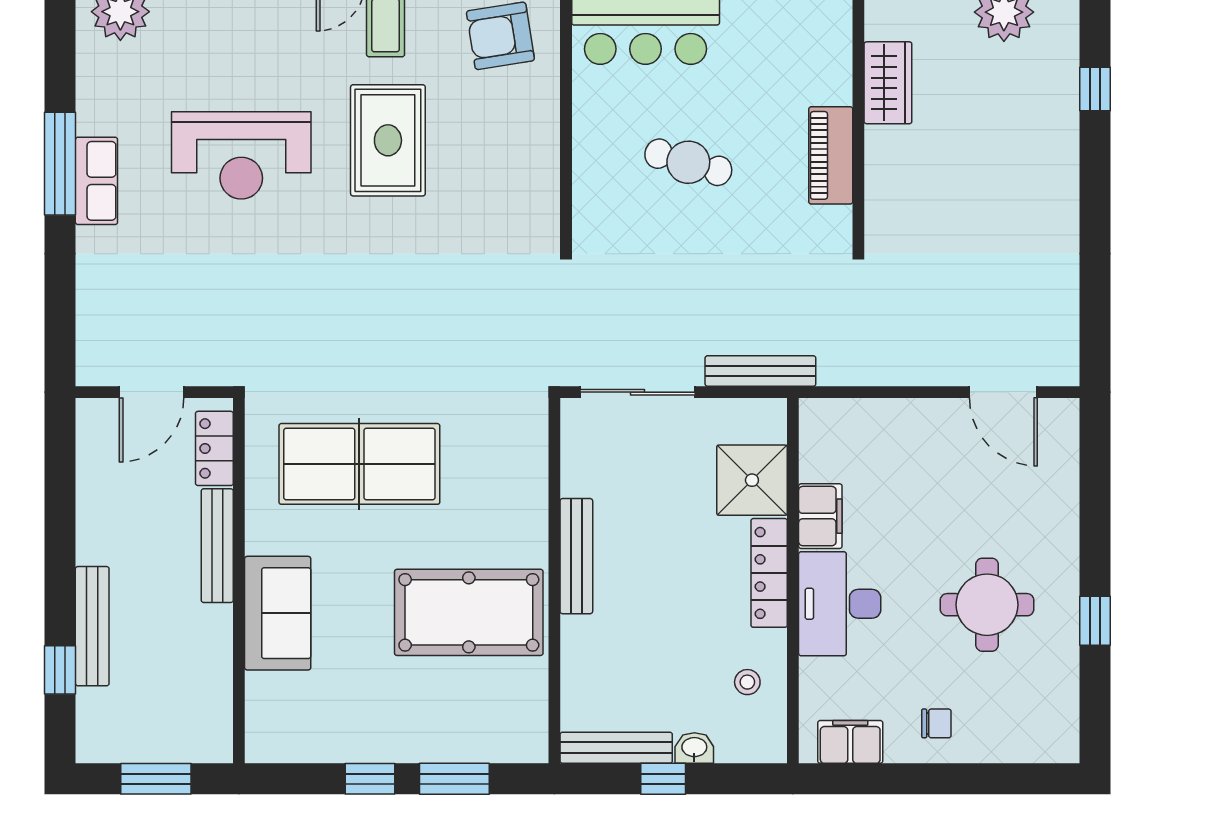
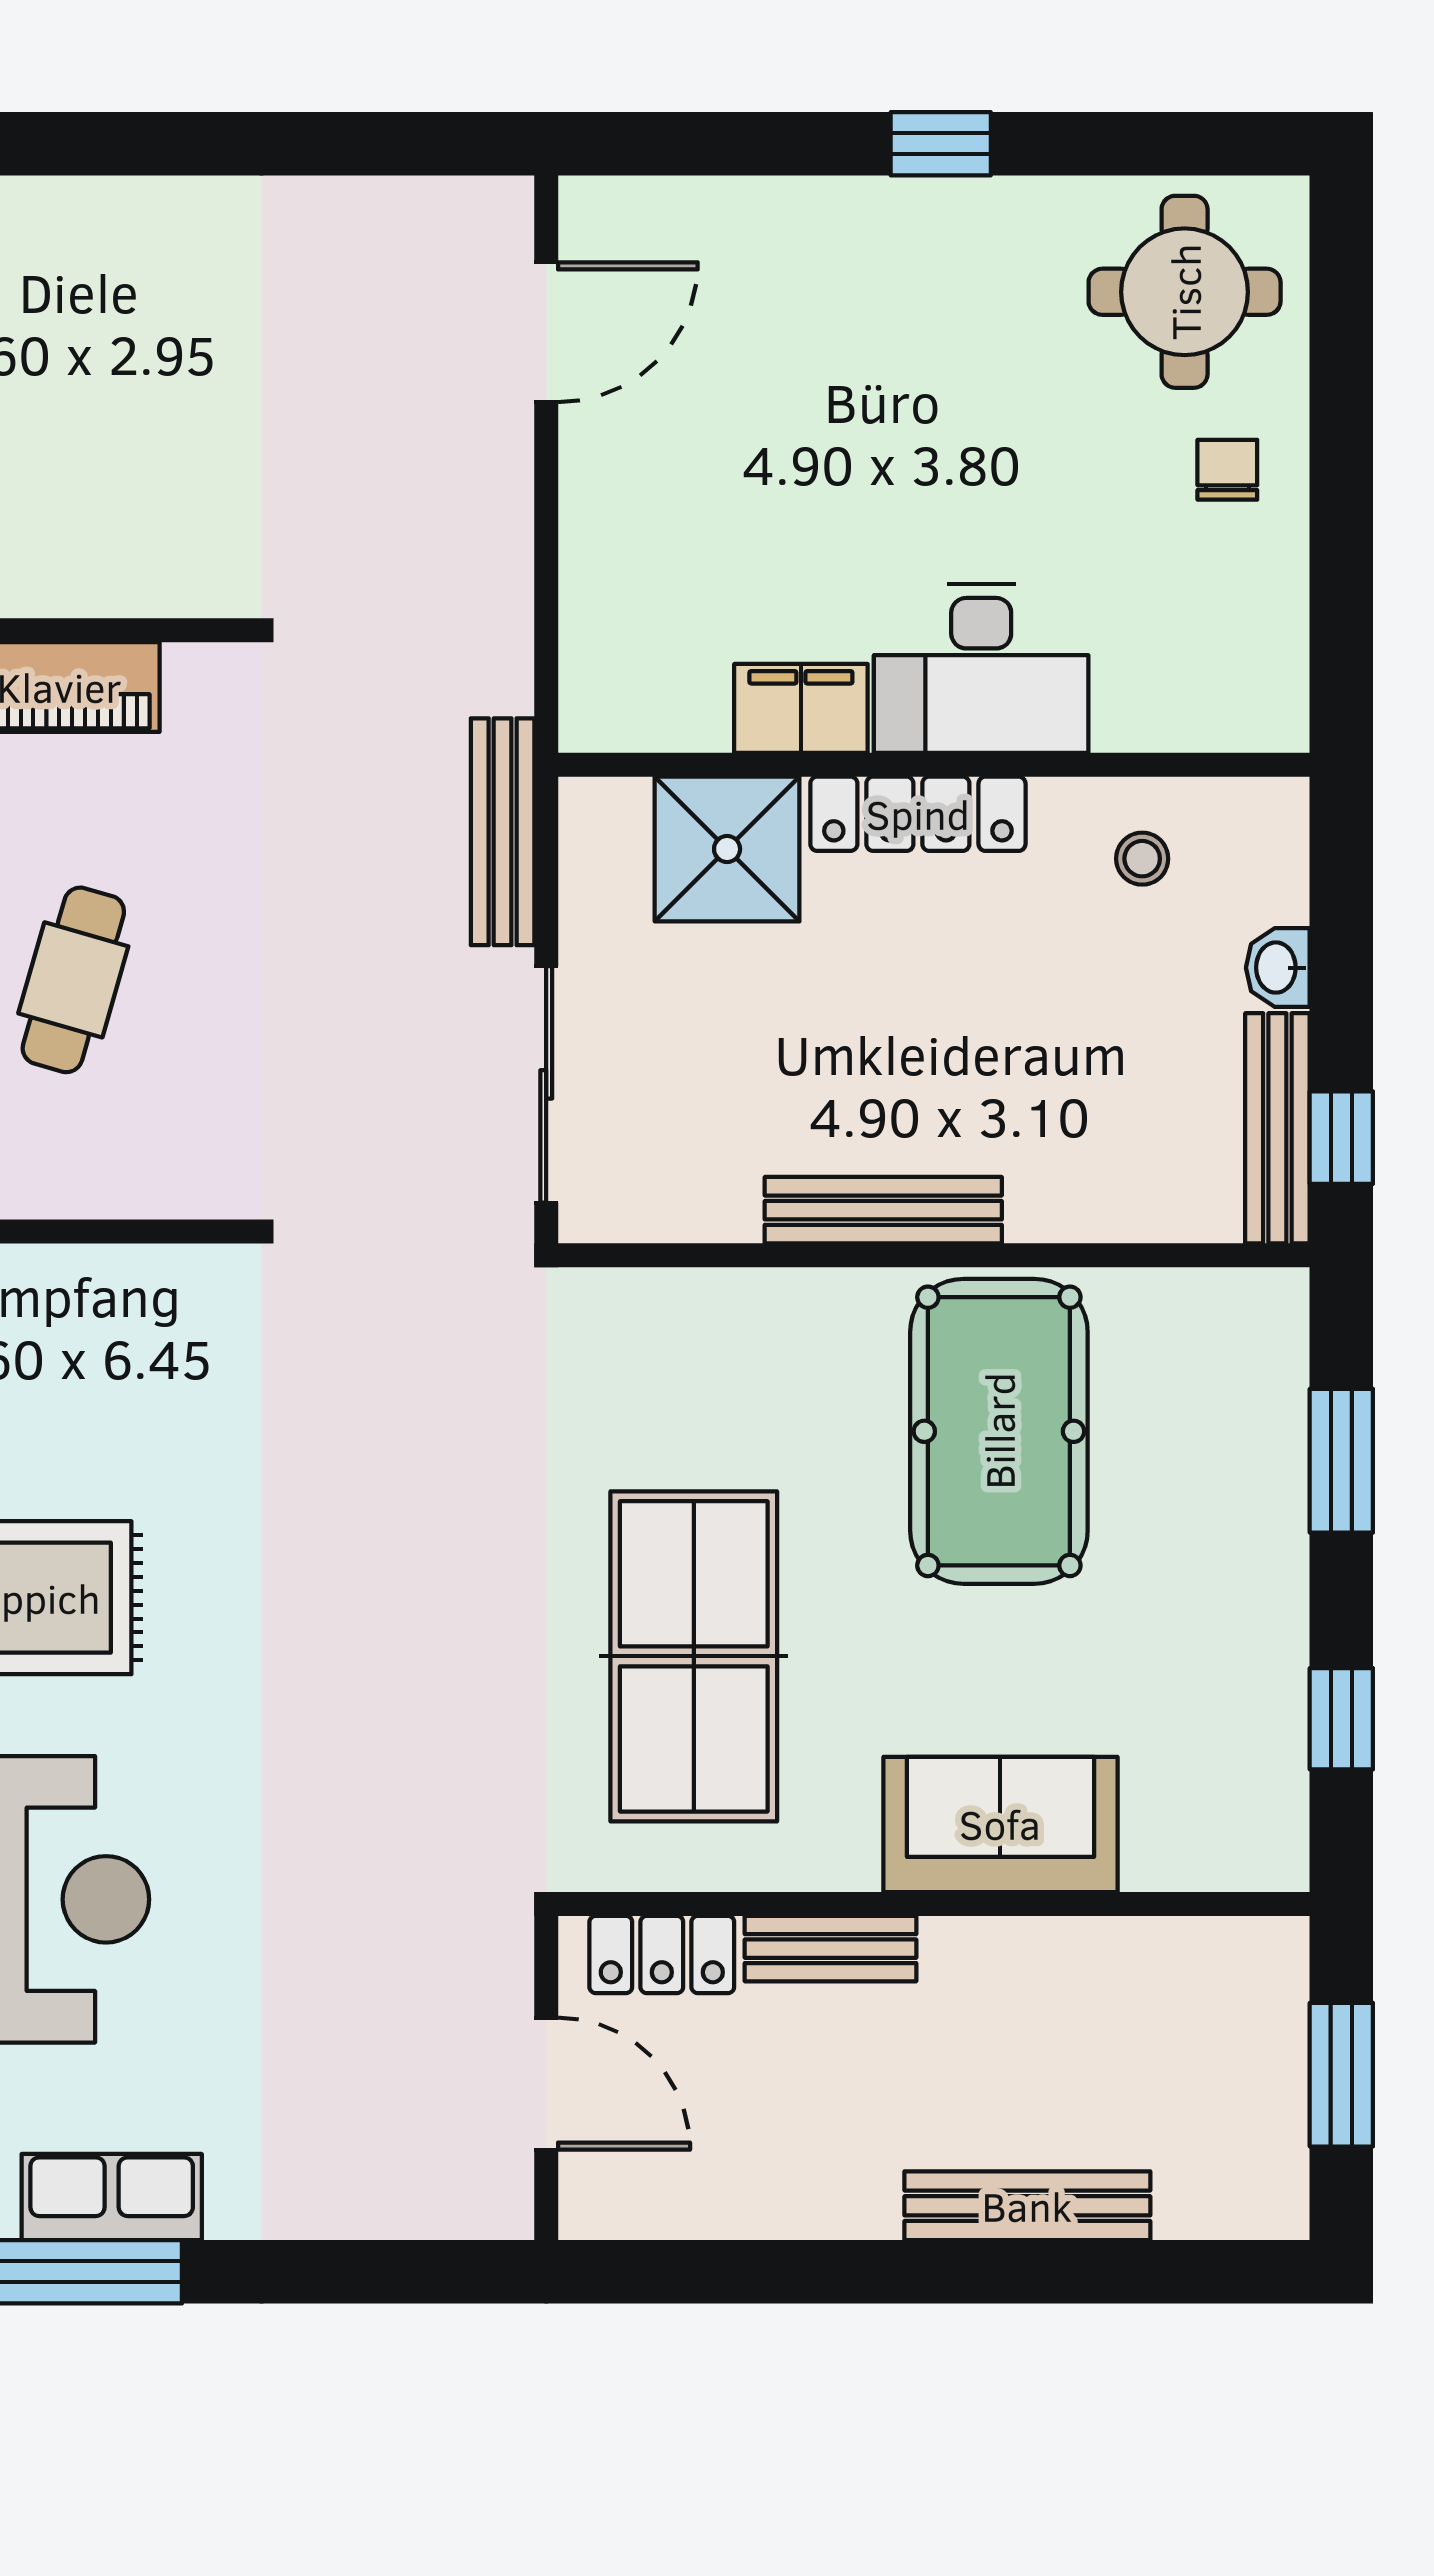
bench: (217, 546) -> (830, 1949), width x0.73
round table: (987, 605) -> (1185, 292), moved
window: (1095, 621) -> (941, 144), moved
window: (60, 670) -> (1117, 2272), removed
filing cabinet: (850, 742) -> (1265, 647), removed
window: (370, 779) -> (1341, 1719), moved
window: (663, 779) -> (1341, 1138), moved

